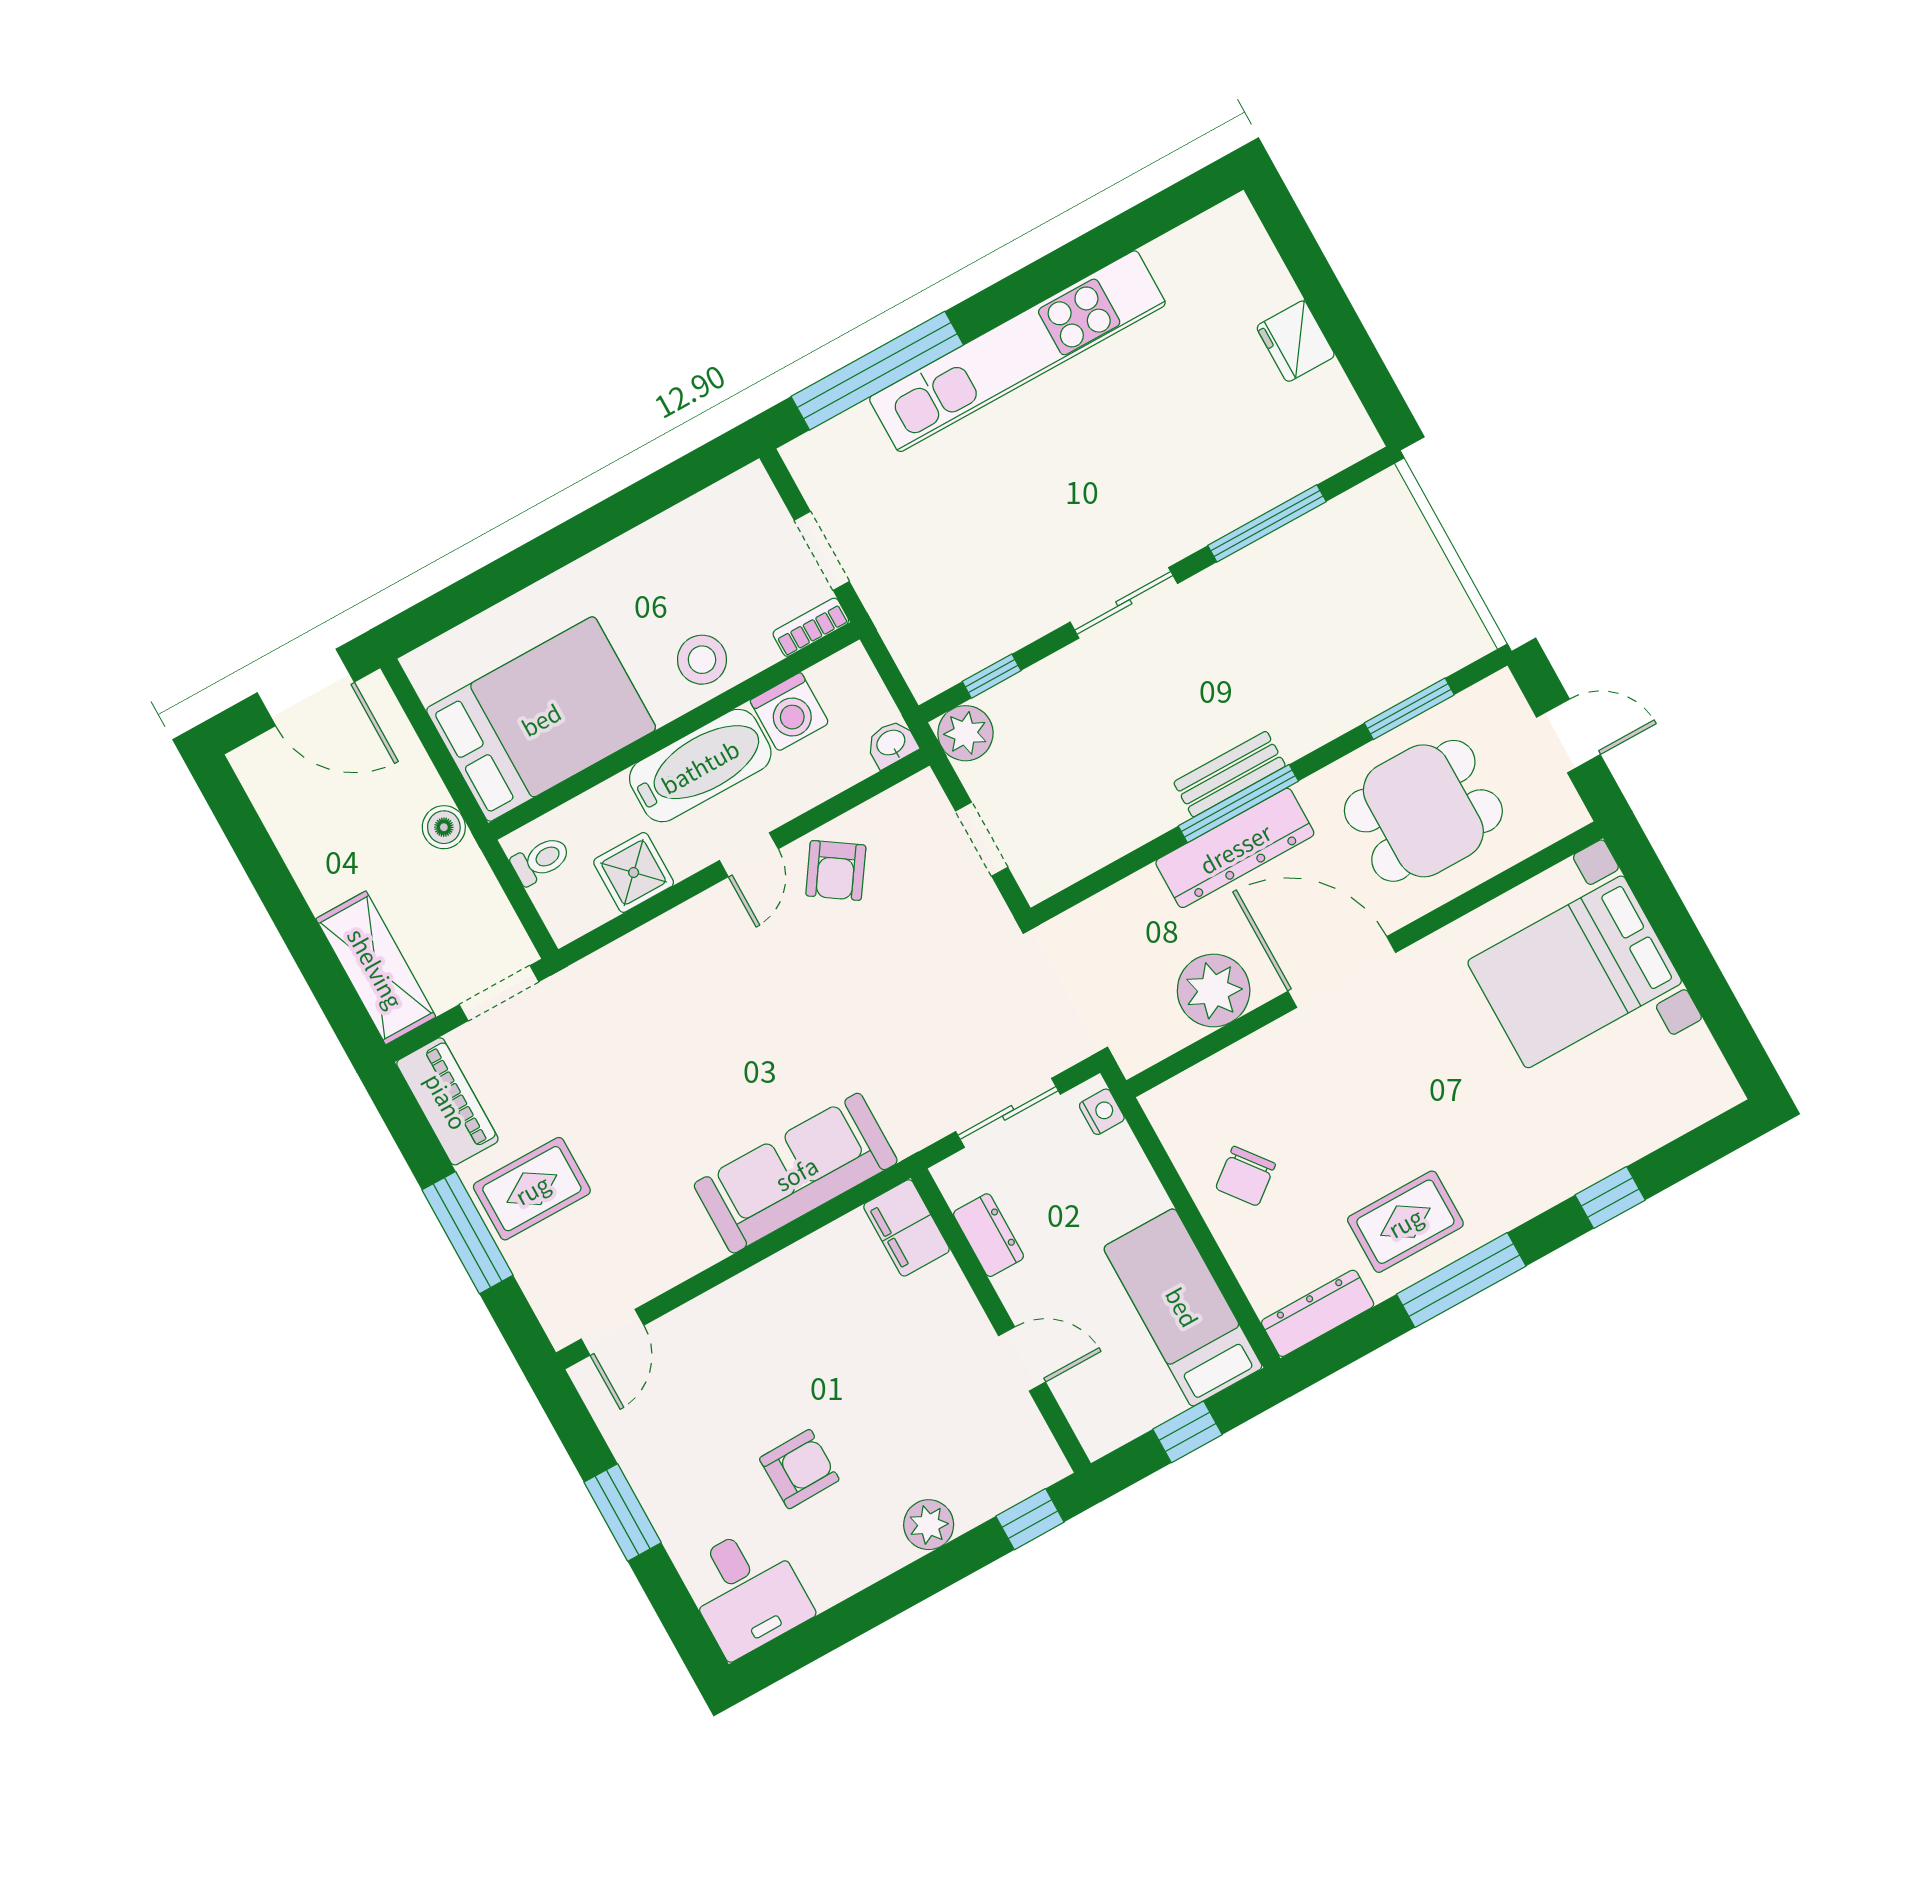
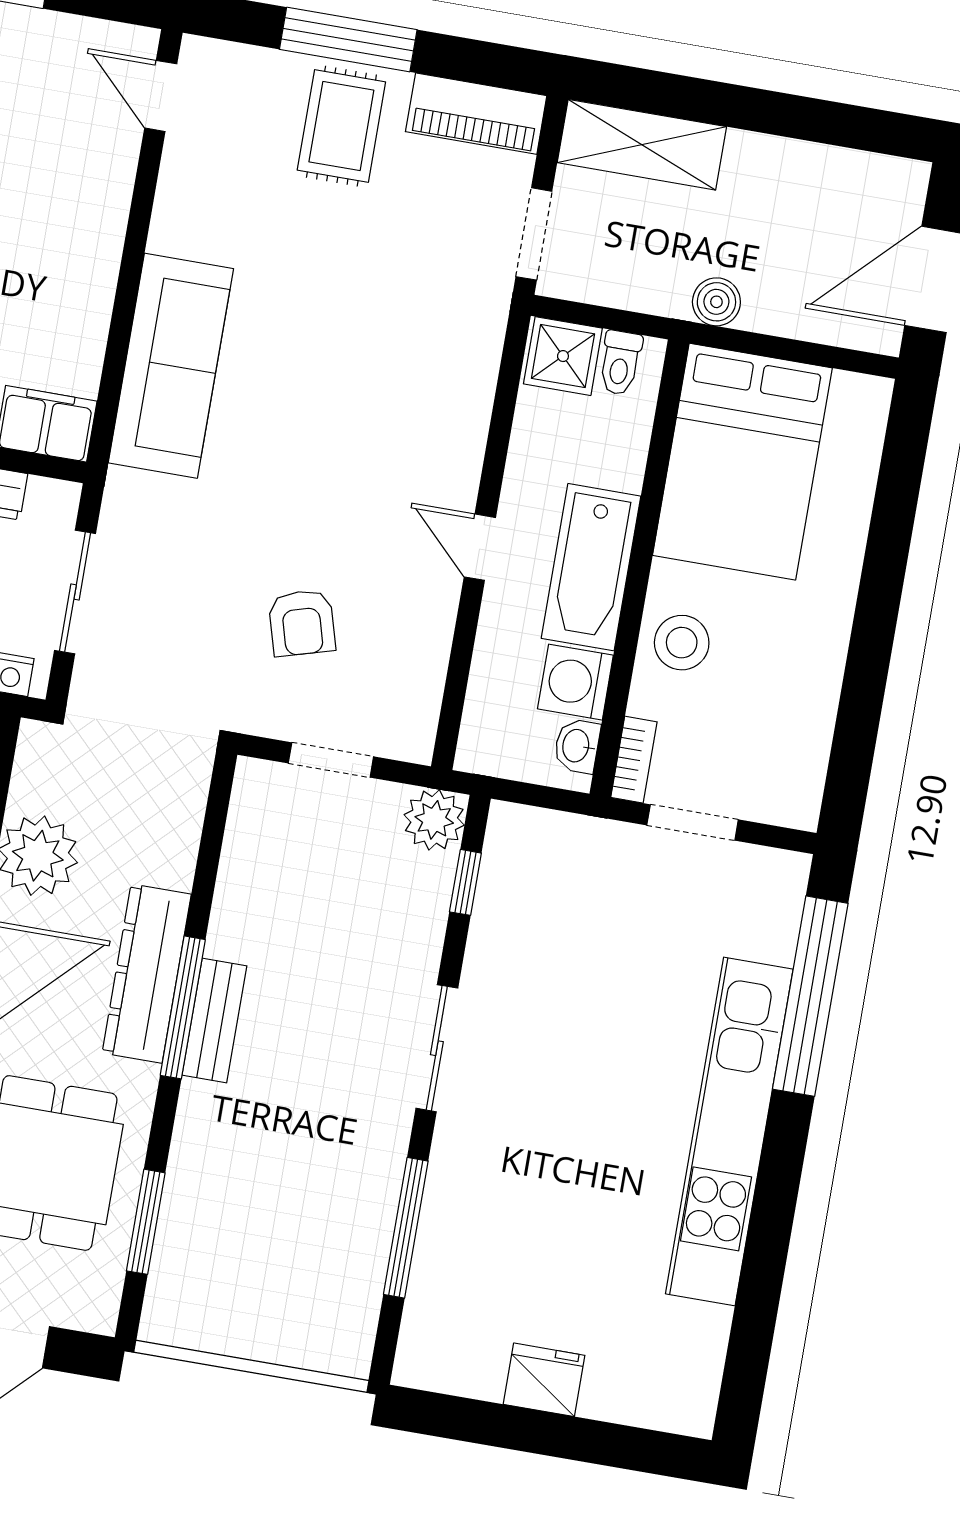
washbasin: (891, 743) -> (577, 746), moved, turned 180
armchair: (836, 870) -> (302, 623), moved, turned -140
shower: (634, 872) -> (563, 356), moved

